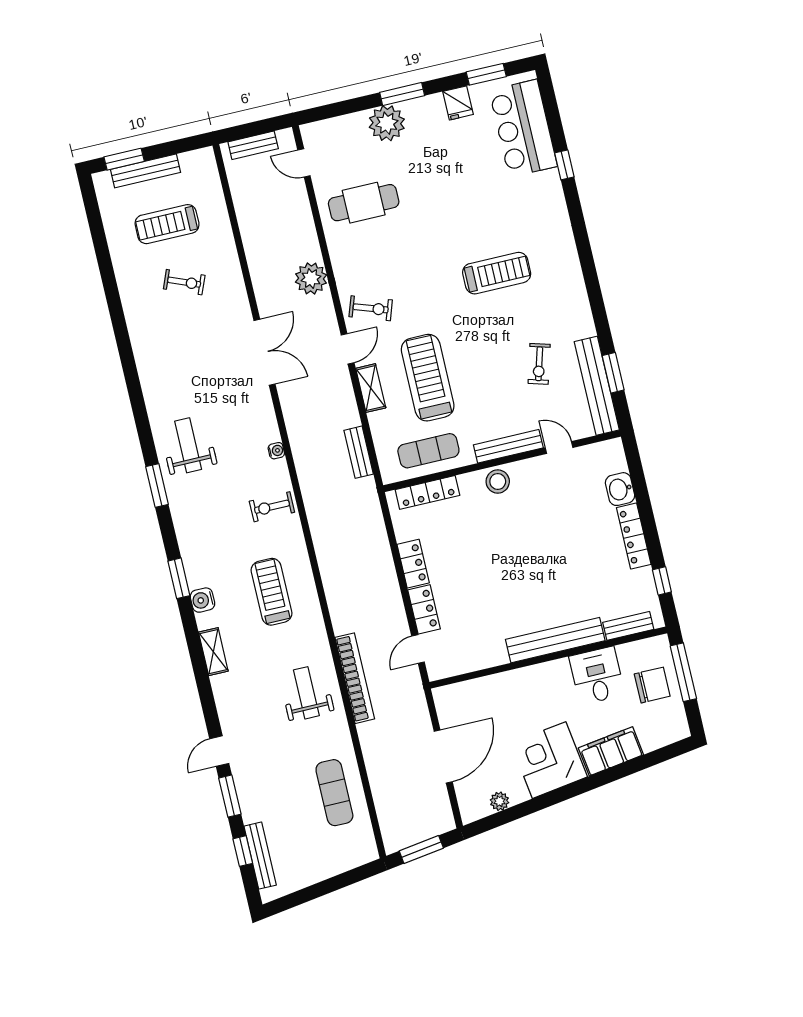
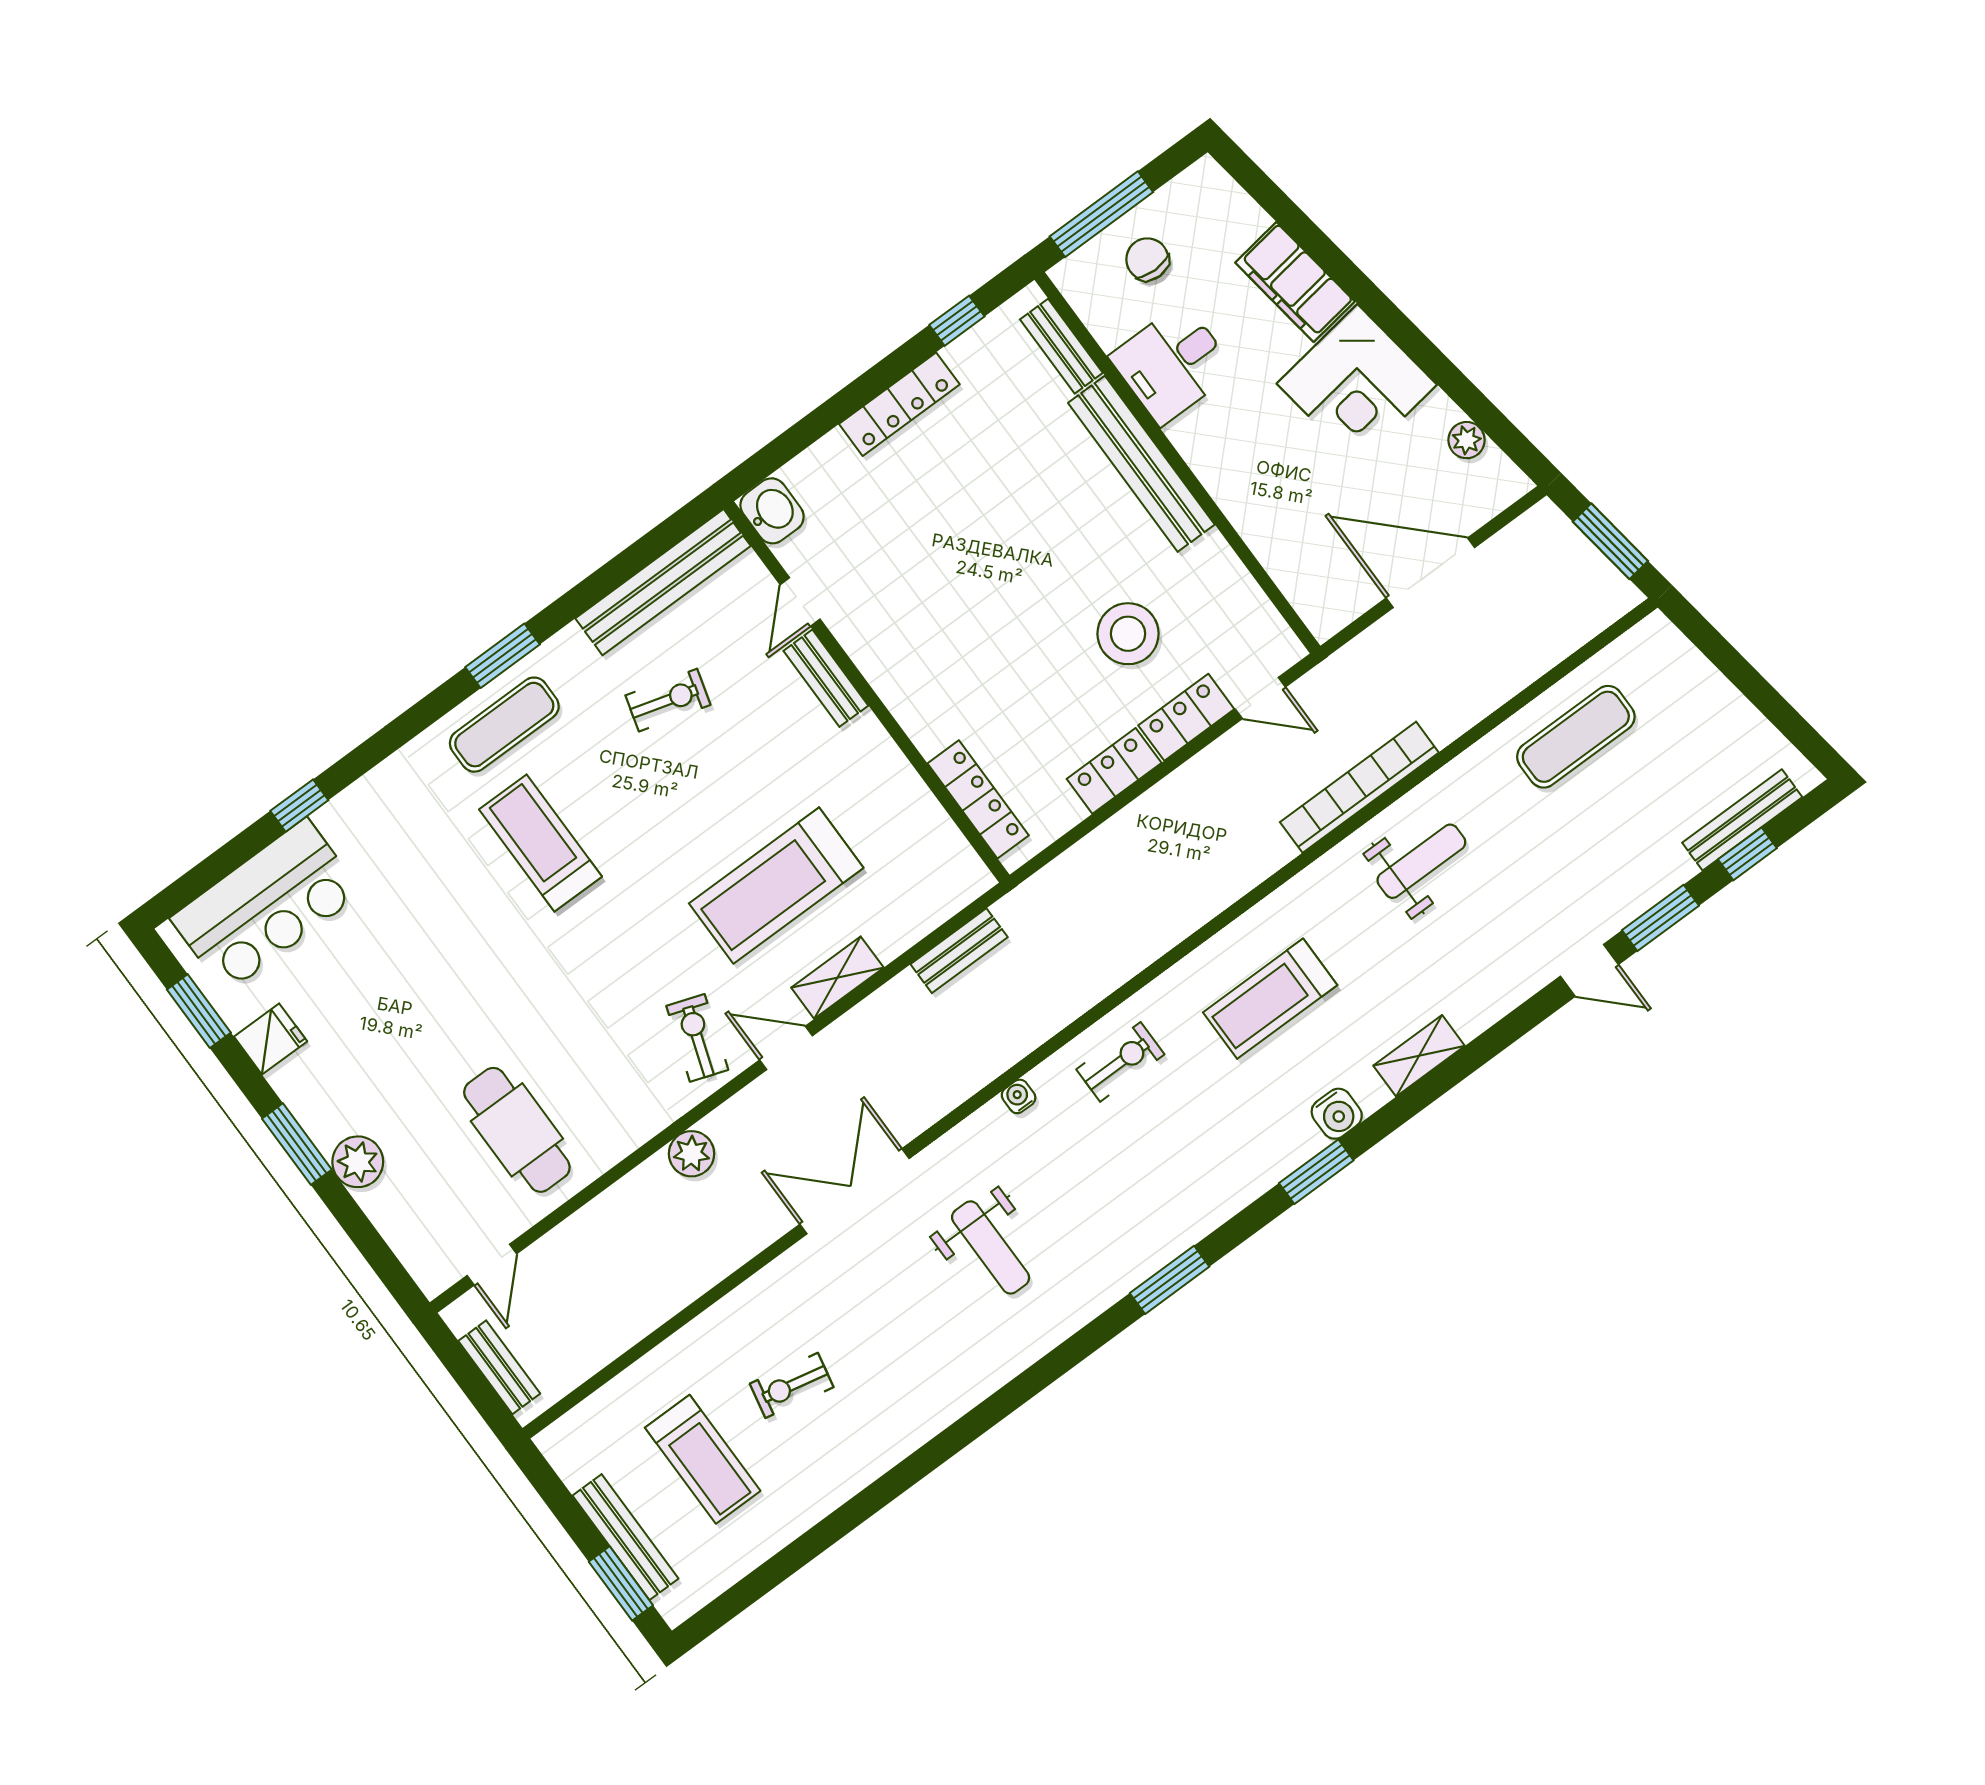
plant: (387, 123) -> (358, 1162), width x0.73, depth x0.73
plant: (311, 278) -> (692, 1154), width x0.73, depth x0.73
exercise bike: (184, 282) -> (792, 1385), turned -100
window: (613, 373) -> (503, 656), moved
weight bench: (188, 445) -> (991, 1247), moved, turned -90
bench: (508, 446) -> (826, 678), width x0.73
exercise mat: (428, 451) -> (504, 725), moved, turned 90
stool: (498, 481) -> (1128, 634), moved, width x1.38, depth x1.38
washbasin: (620, 489) -> (772, 511), moved, turned -90
exercise bike: (272, 507) -> (1120, 1062), turned -90
chair: (652, 685) -> (1147, 259), width x0.73, depth x0.73
weight bench: (306, 693) -> (1421, 861), turned 180

